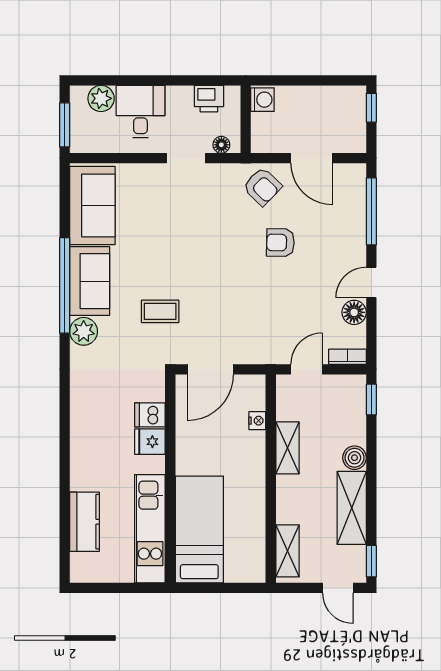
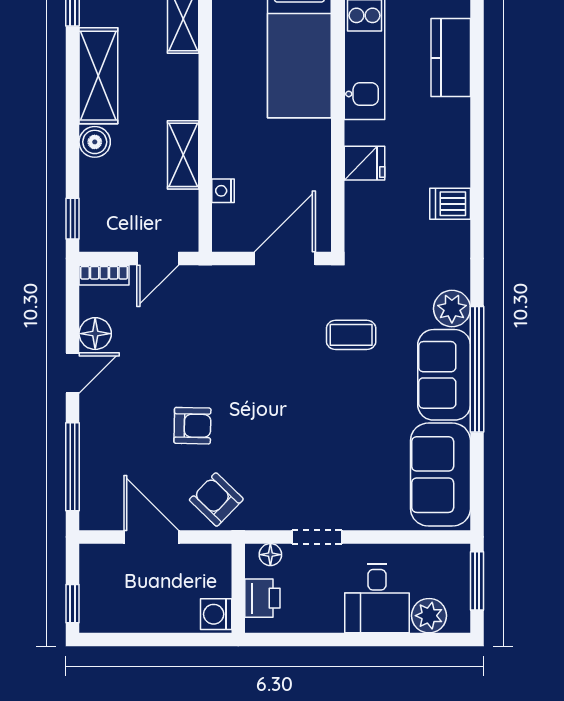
printer: (209, 99) -> (262, 598), moved, turned 90
dishwasher: (150, 415) -> (450, 204), moved, turned 180

